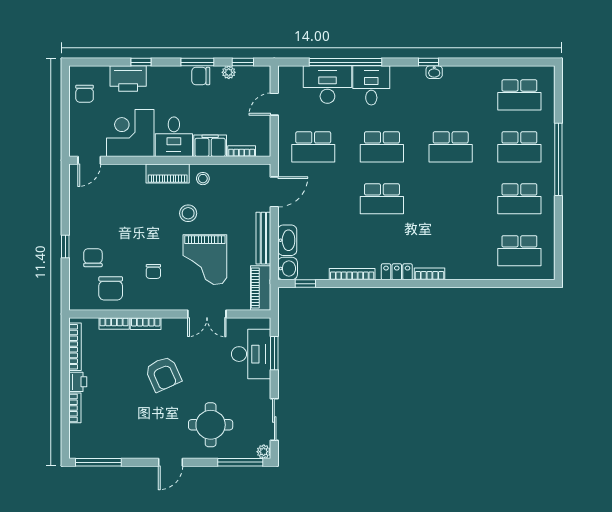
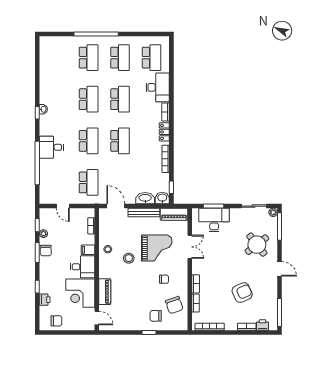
printer: (128, 79) -> (45, 300), width x0.53, depth x0.68
desk: (327, 85) -> (158, 87), moved, turned 180
school desk: (519, 95) -> (120, 99), moved
filing cabinet: (210, 146) -> (88, 250), width x0.50
piano: (168, 173) -> (105, 292), moved
chair: (111, 288) -> (174, 305), turned 71
armchair: (163, 374) -> (242, 293), moved
printer: (78, 382) -> (263, 325), moved
round table: (211, 425) -> (257, 245), turned -38

